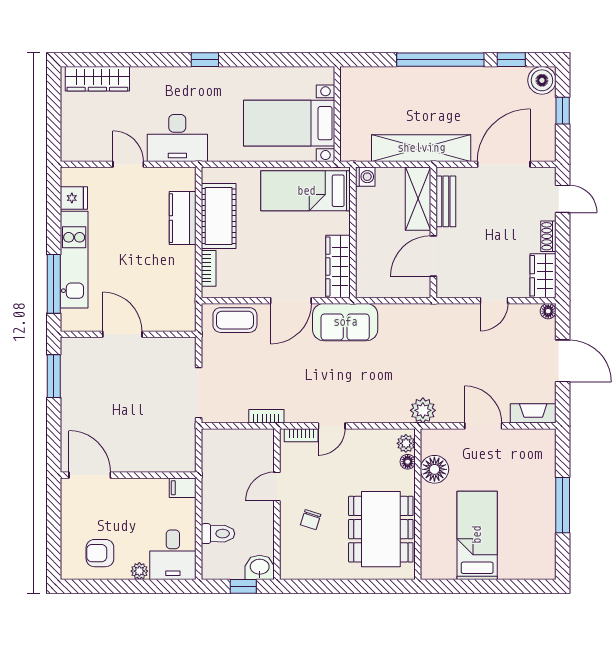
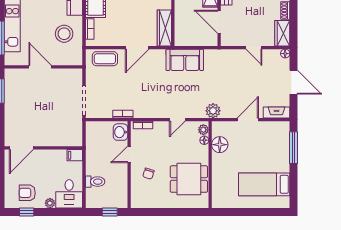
door: (433, 256) -> (219, 22), hinge flipped
stool: (164, 277) -> (64, 34), added
door: (494, 301) -> (254, 48), hinge flipped
sofa: (345, 322) -> (185, 60), moved
door: (332, 426) -> (177, 120), moved
door: (483, 426) -> (248, 120), hinge flipped
door: (90, 475) -> (21, 148), swing flipped
window: (563, 505) -> (293, 148), moved
dining table: (381, 529) -> (189, 179), width x0.73
bed: (477, 535) -> (264, 184), moved, turned -90
washbasin: (260, 567) -> (120, 132), moved, turned -90
window: (99, 586) -> (27, 212), added

